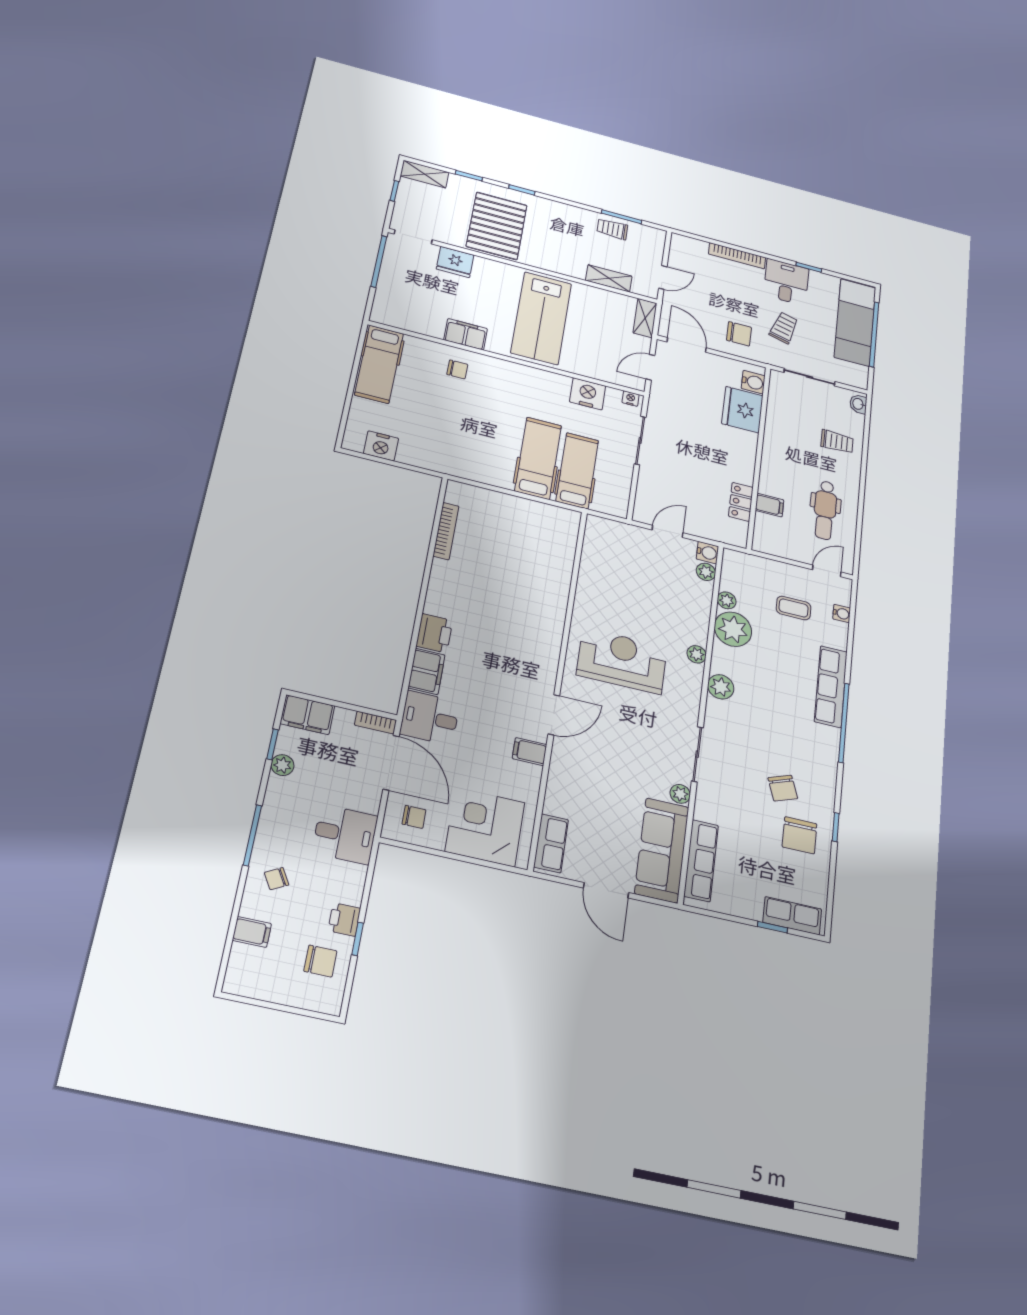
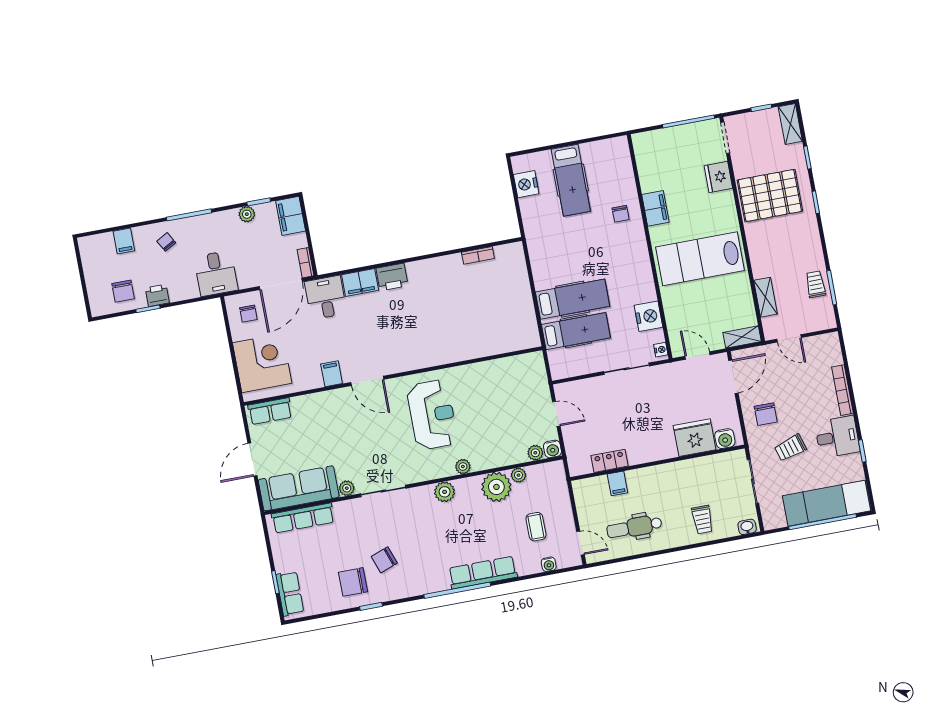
trolley: (784, 328) -> (790, 448), turned 148
hospital bed: (379, 364) -> (571, 180), moved, turned -90
bookcase: (446, 531) -> (478, 255), width x0.64

